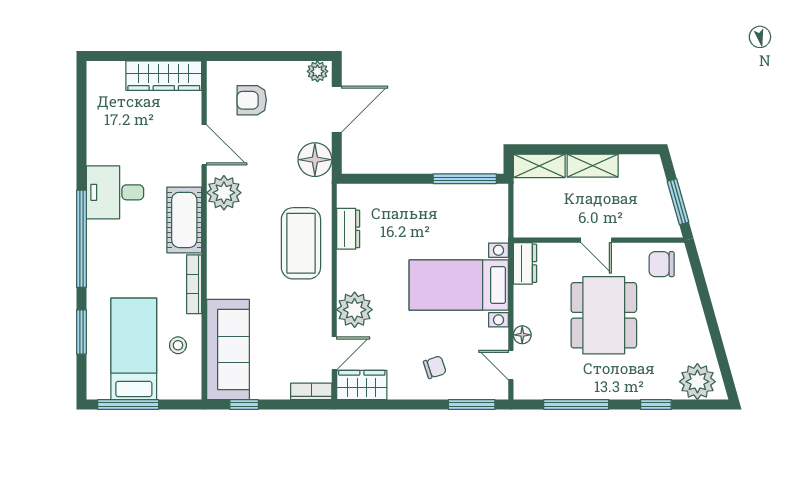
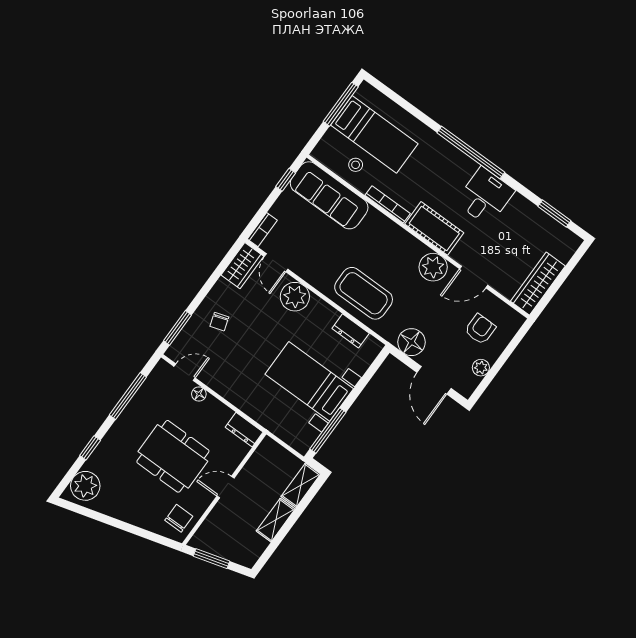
plant: (317, 71) -> (481, 368), moved
bed with nightstands: (459, 285) -> (309, 381), moved, turned -90
window: (81, 332) -> (554, 214), moved

